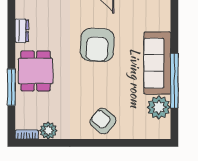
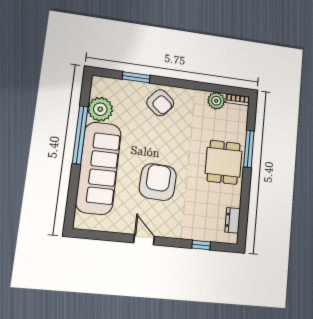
dresser: (22, 31) -> (233, 220), moved
sofa: (157, 63) -> (99, 168), width x1.36, depth x1.27
window: (129, 143) -> (136, 77), added

